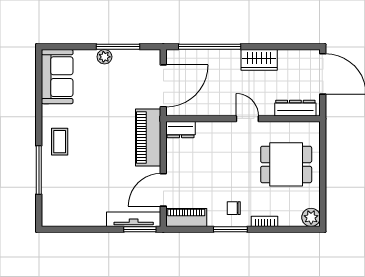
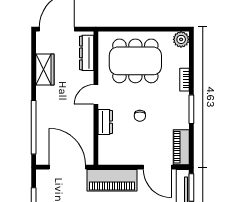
wardrobe: (259, 60) -> (45, 69), moved
dresser: (181, 130) -> (105, 122), moved
dining table: (286, 164) -> (135, 61), width x1.38
chair: (234, 208) -> (140, 116), moved

